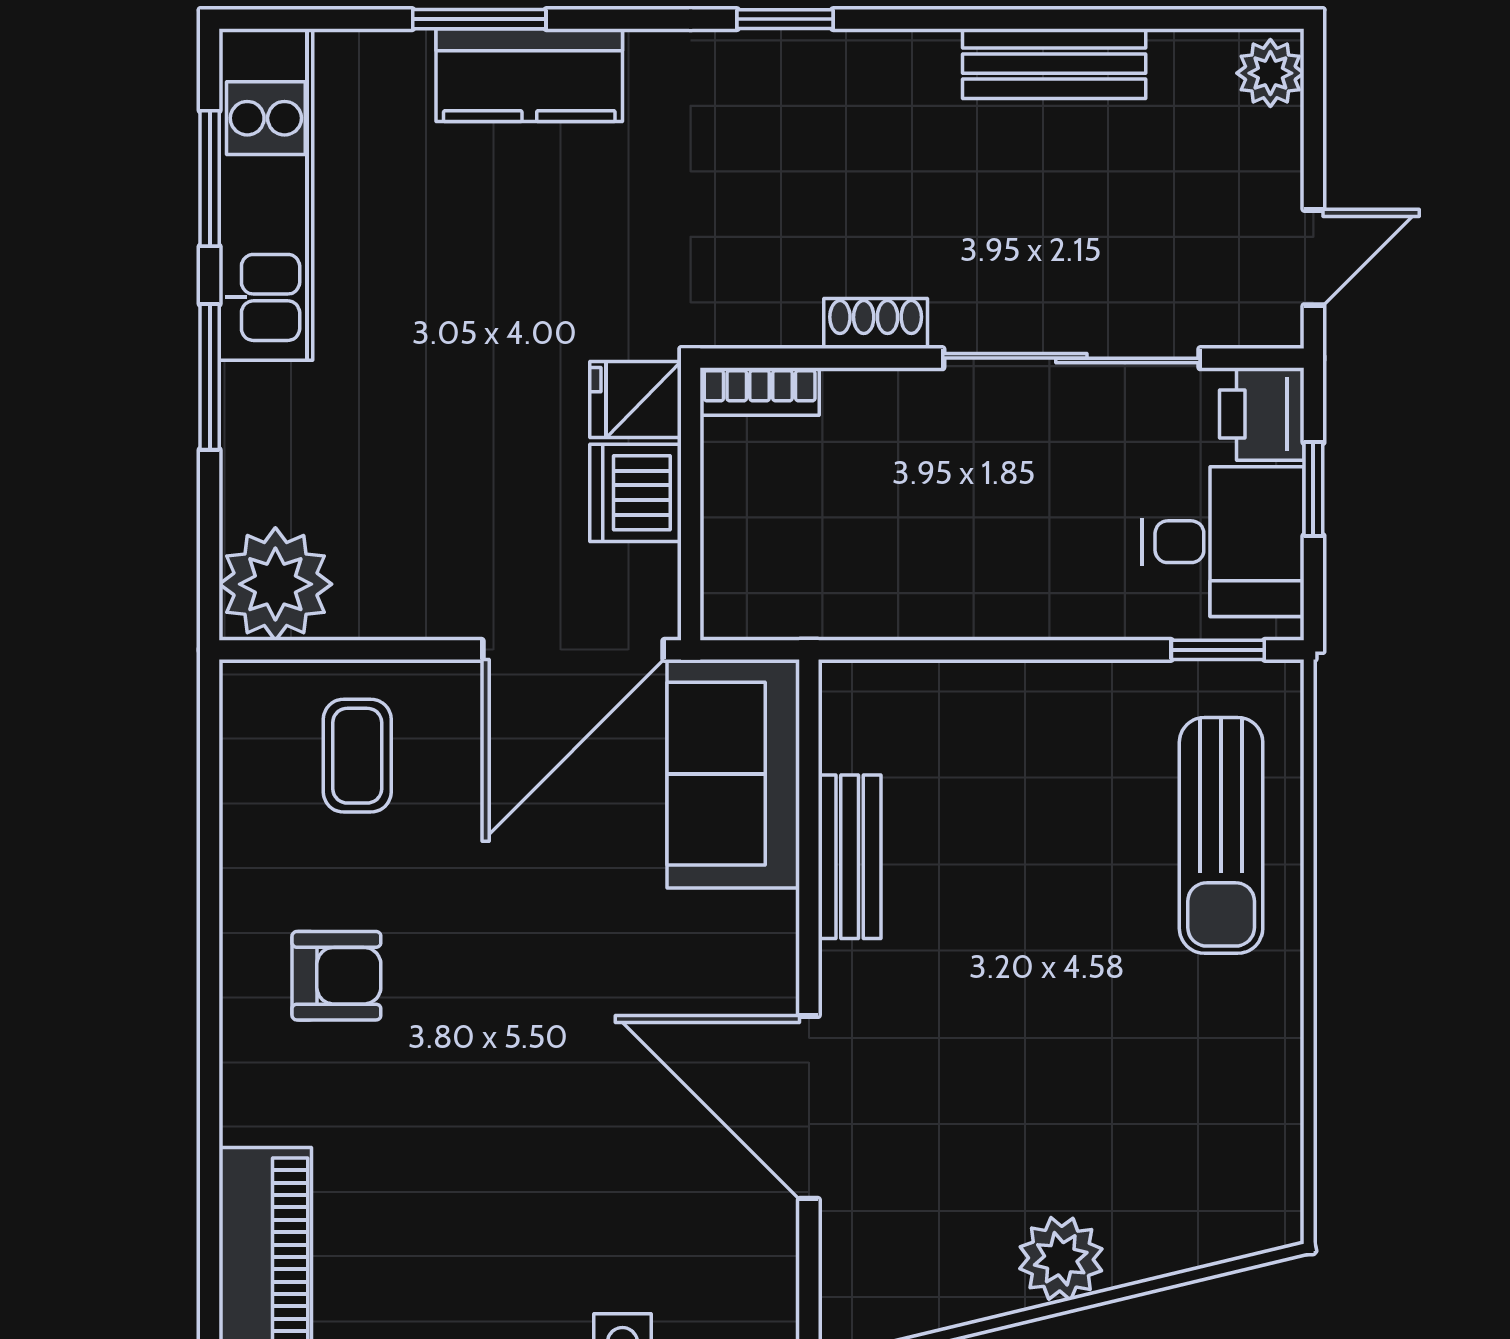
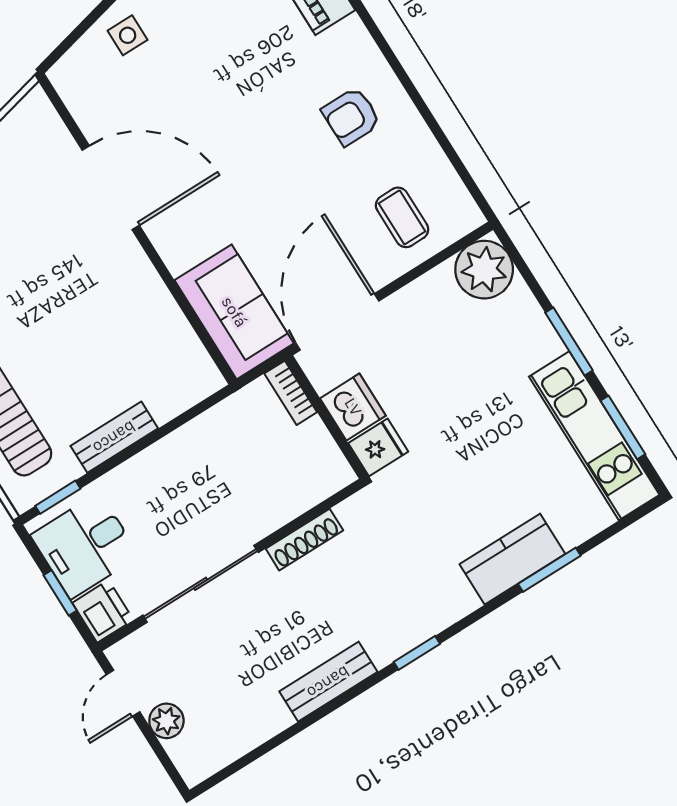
bench: (1054, 64) -> (328, 682), moved
plant: (1270, 73) -> (166, 721), moved
shoe rack: (876, 324) -> (304, 540), width x1.43
bookcase: (760, 391) -> (291, 393), moved, turned -90
bench: (850, 857) -> (114, 437), moved, turned 90

